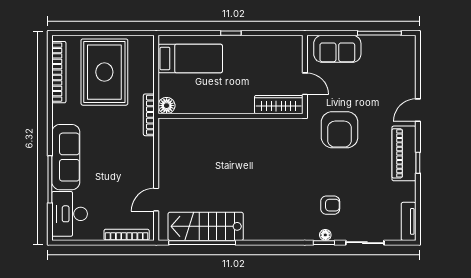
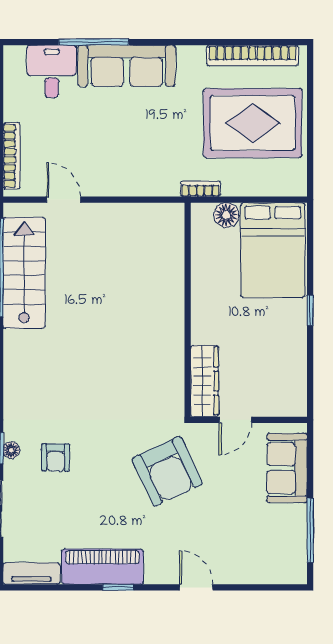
bed: (190, 59) -> (273, 250), width x1.50
floor lamp: (167, 106) -> (226, 215), moved
bookcase: (149, 115) -> (200, 189), width x0.64
armchair: (340, 130) -> (167, 471), turned -115
piano: (404, 153) -> (102, 567), moved
desk: (70, 214) -> (52, 71), width x0.73

